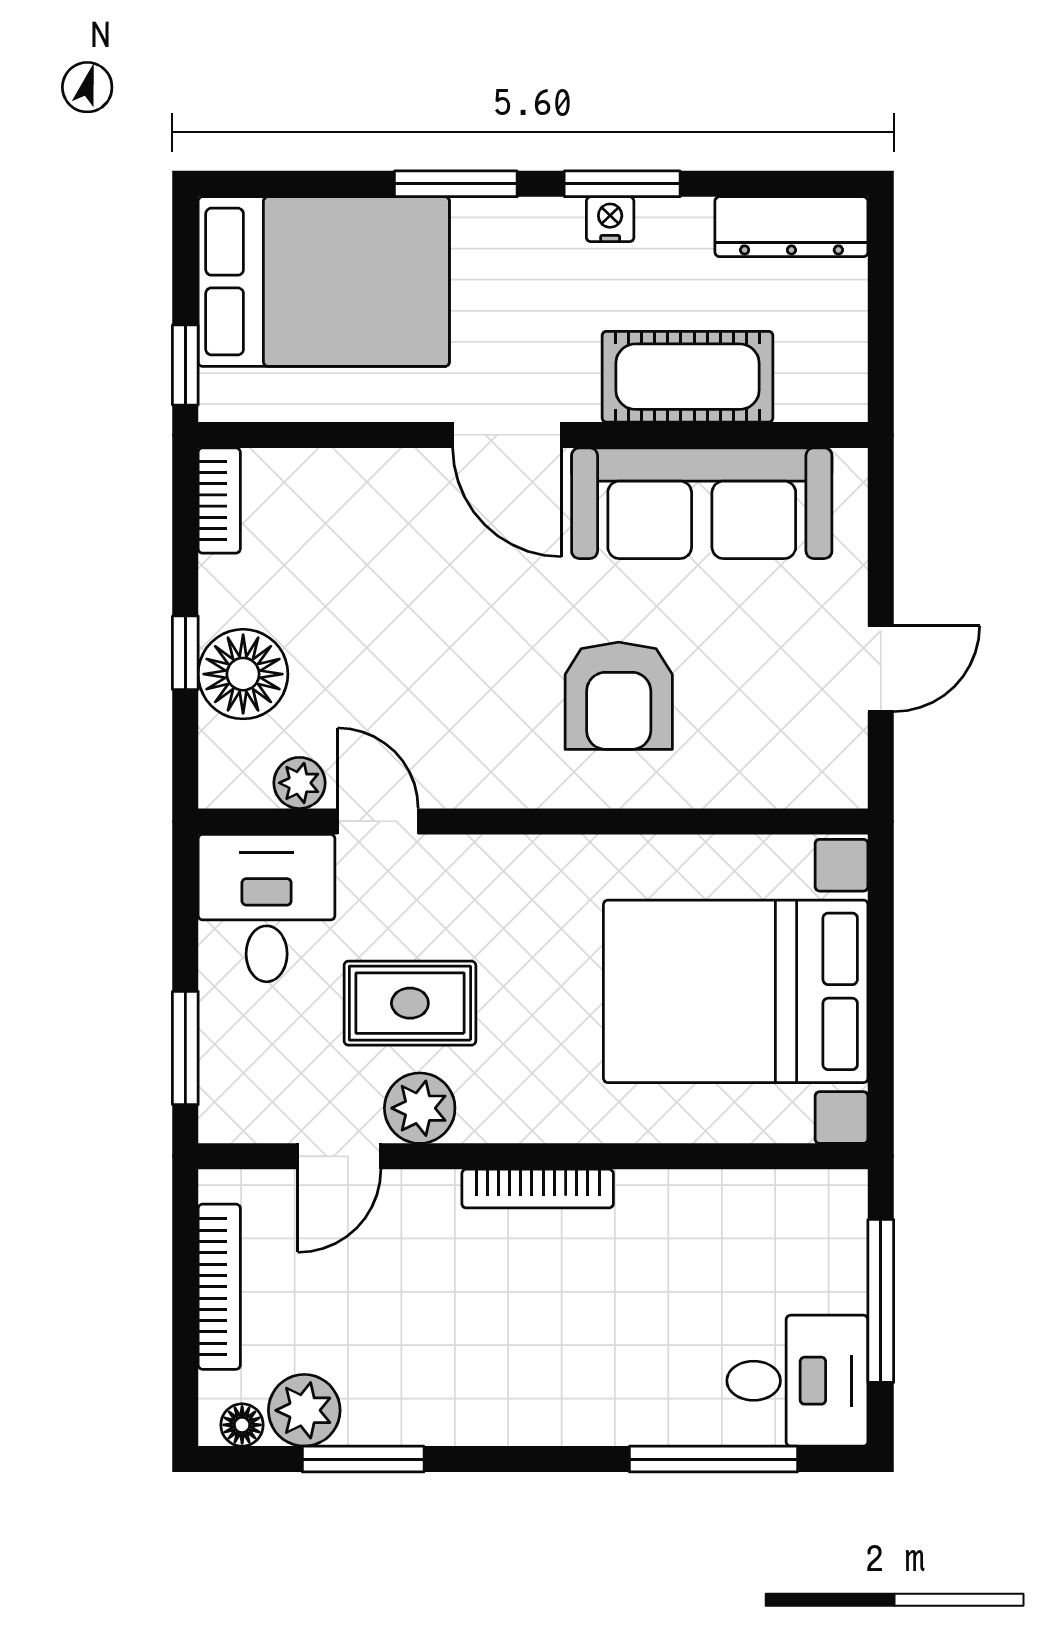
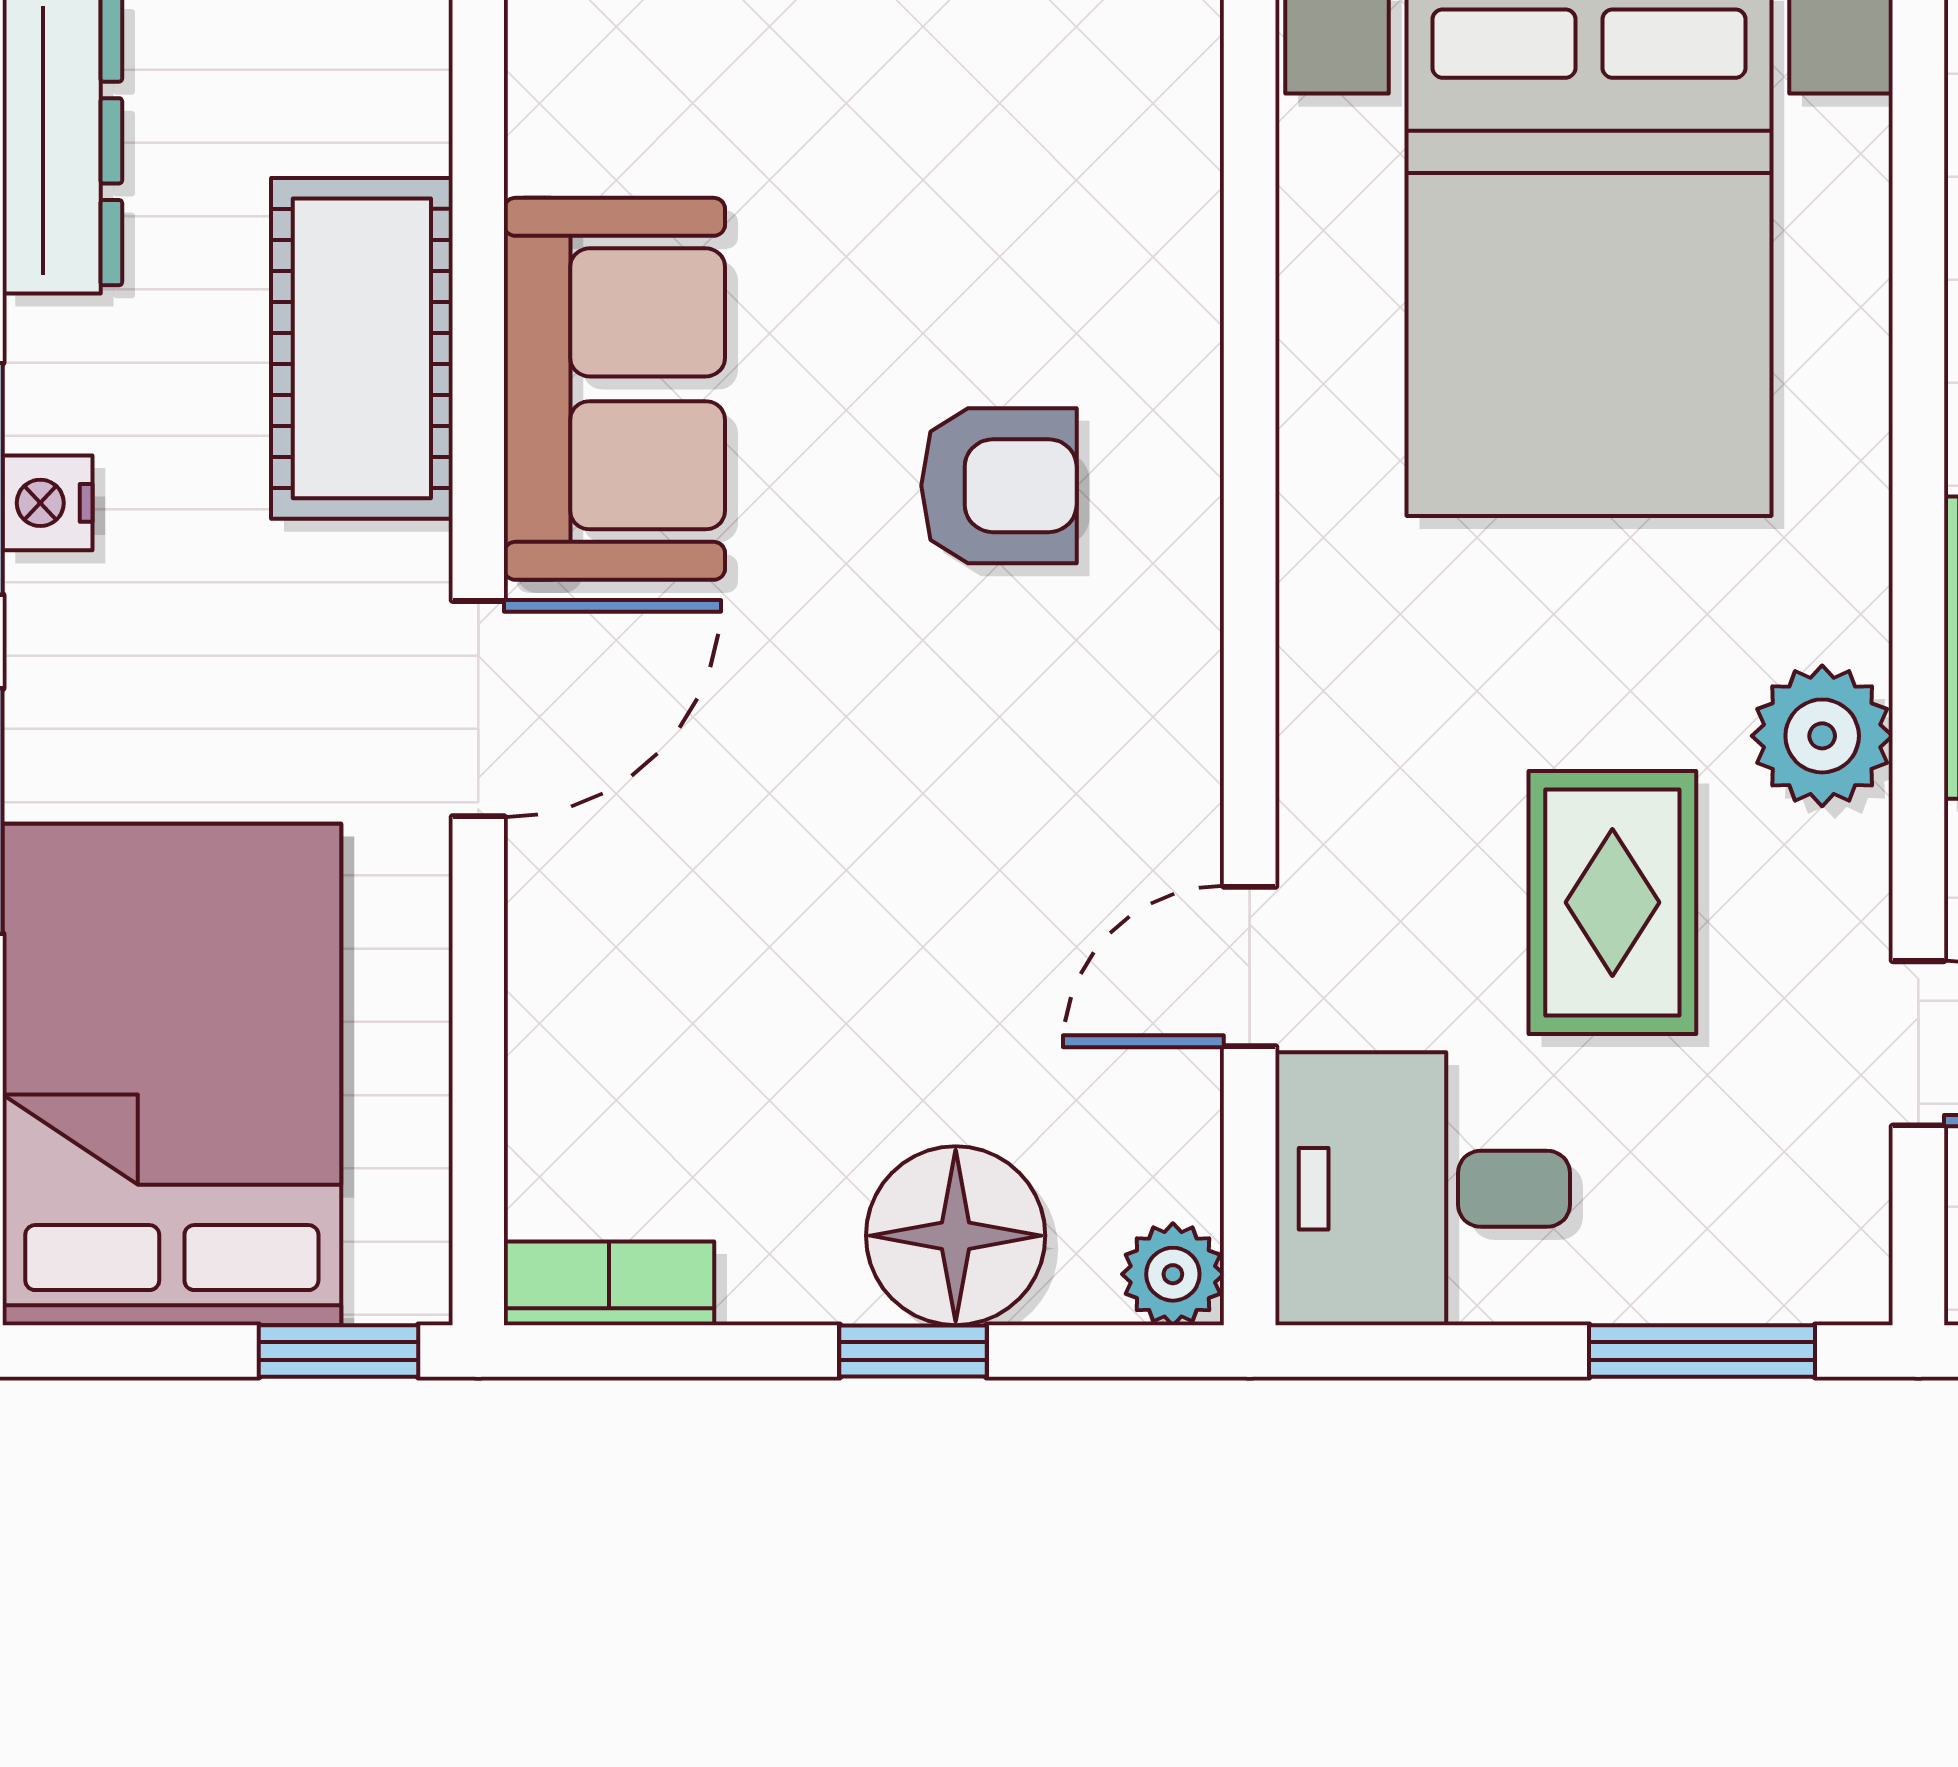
sofa: (702, 503) -> (614, 389), width x0.73
armchair: (619, 696) -> (999, 486), width x0.72, depth x0.72
plant: (299, 783) -> (1173, 1274), moved
plant: (420, 1108) -> (1822, 736), moved

